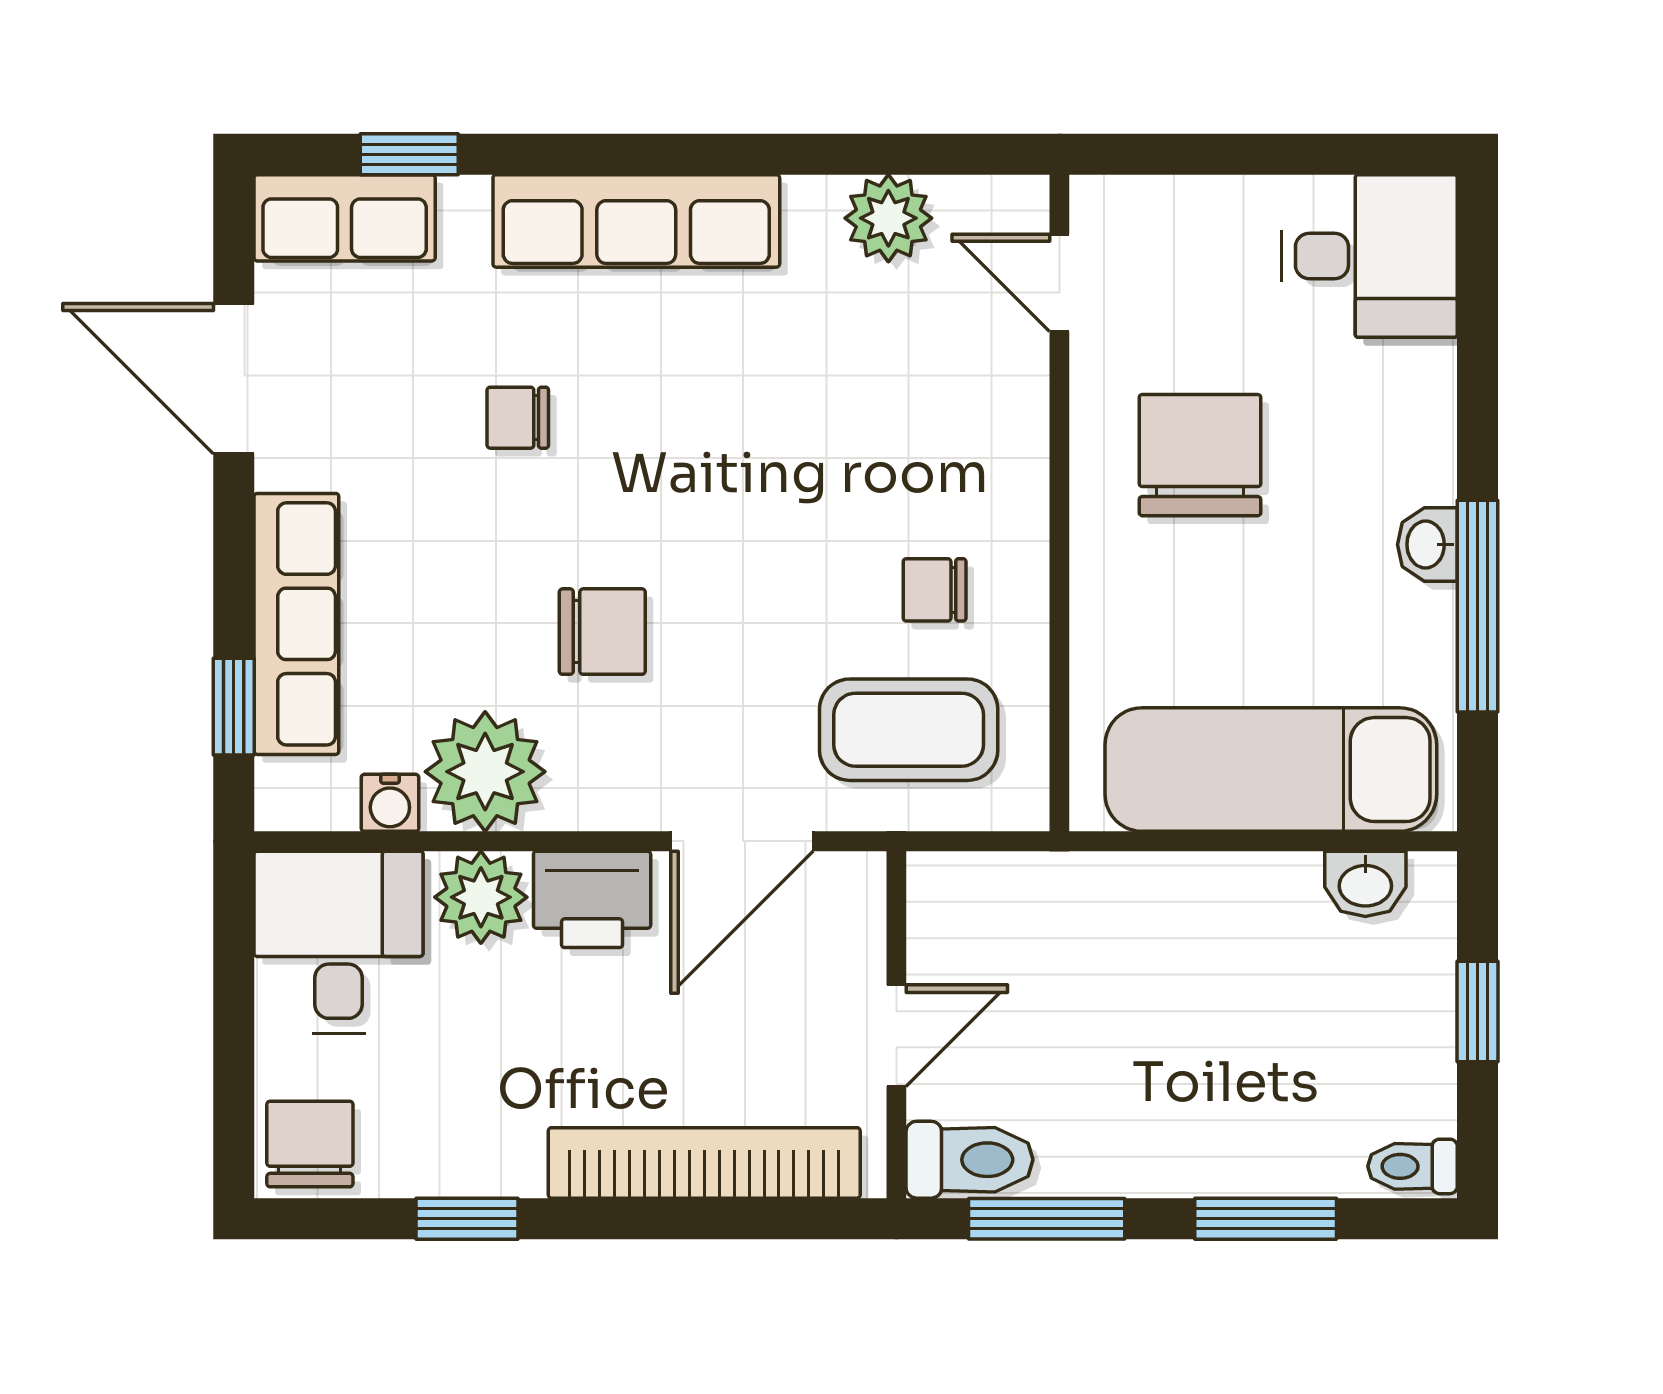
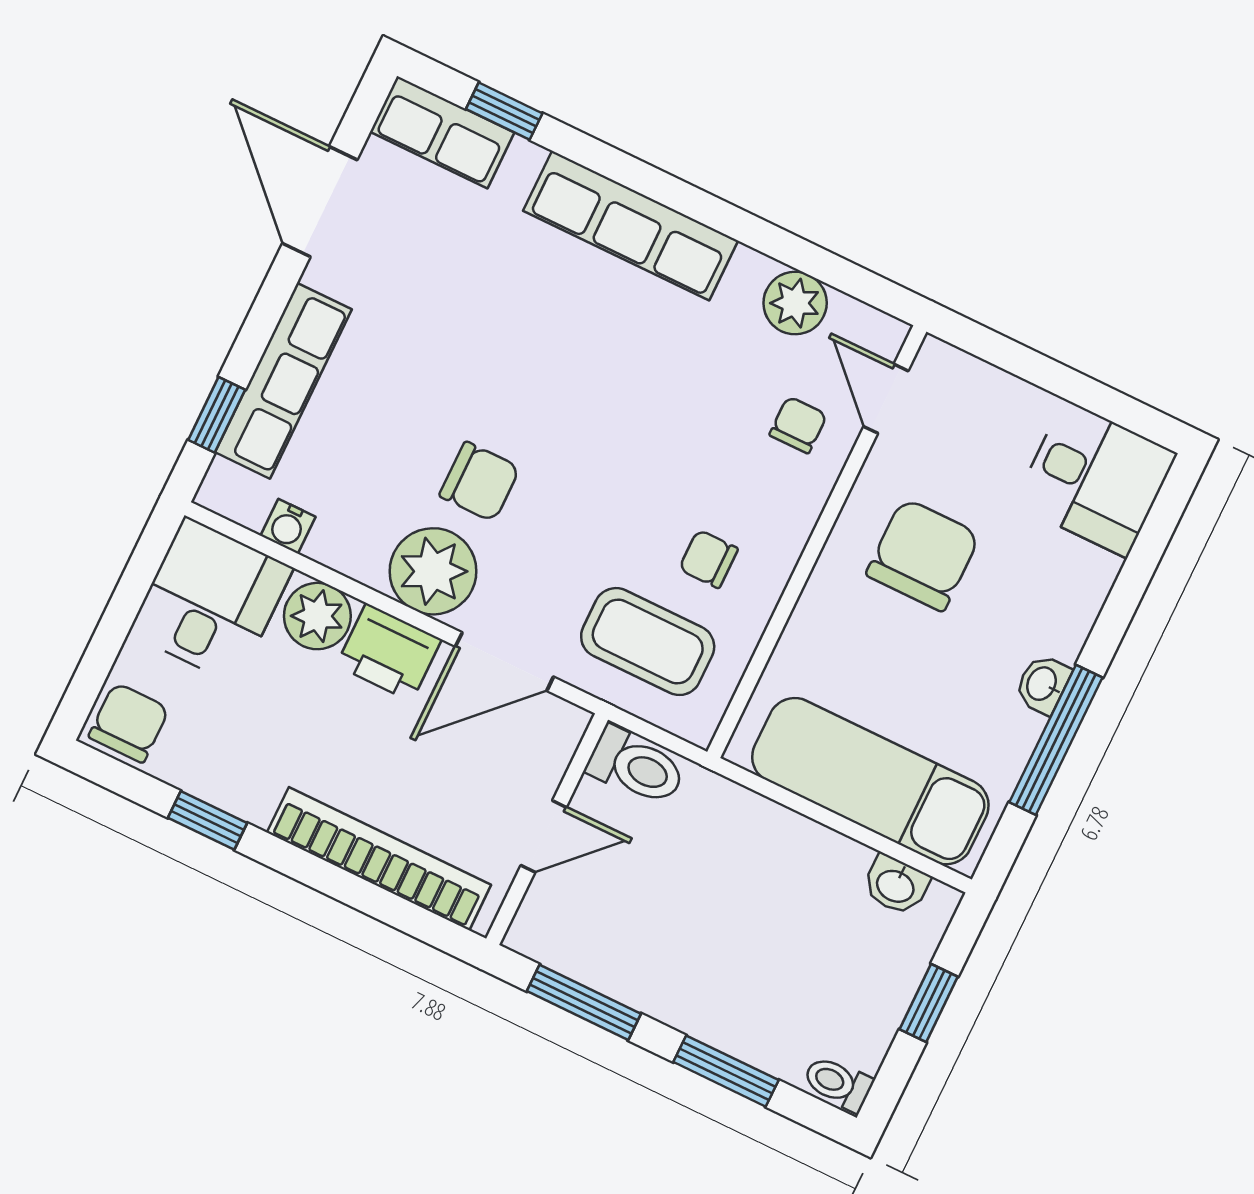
chair: (518, 418) -> (798, 425), moved, turned 90
plant: (485, 772) -> (433, 571), moved
toilet: (970, 1160) -> (636, 767), moved

